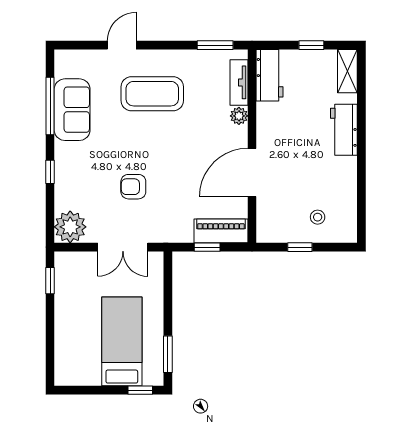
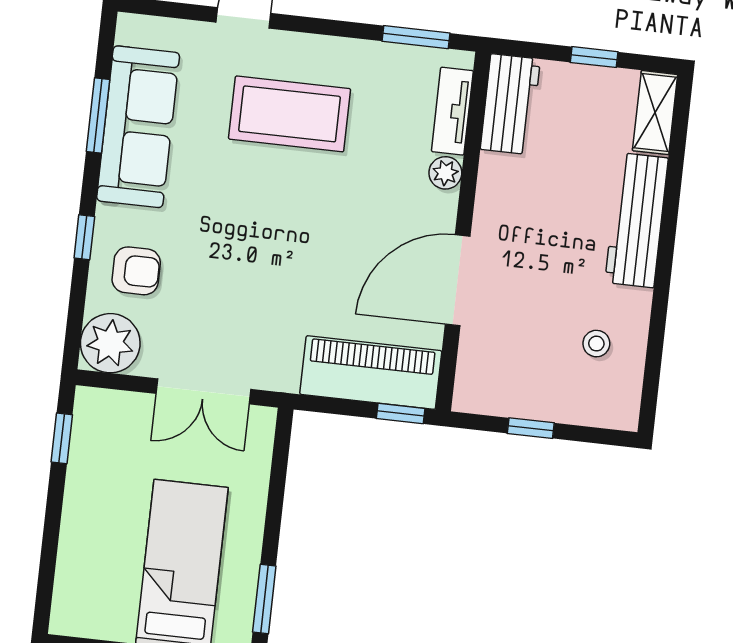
window: (50, 106) -> (98, 115), width x0.69
sofa: (72, 110) -> (138, 127), width x1.36
workbench: (344, 130) -> (637, 220), width x1.37
armchair: (133, 187) -> (136, 271), moved, turned 180
stool: (318, 217) -> (596, 344), moved
piano: (221, 231) -> (371, 373), width x1.37, depth x1.33
window: (207, 247) -> (401, 414), moved

